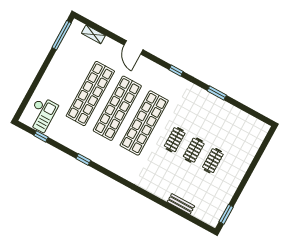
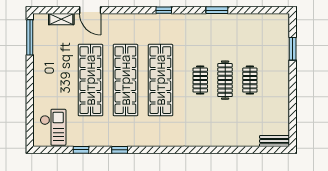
door: (134, 47) -> (90, 10), moved
window: (41, 136) -> (81, 150), moved
clothes rail: (194, 150) -> (225, 80), width x1.36
bench: (181, 204) -> (274, 141), moved
window: (226, 214) -> (293, 49), moved

